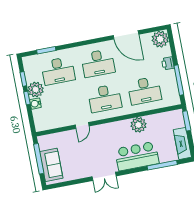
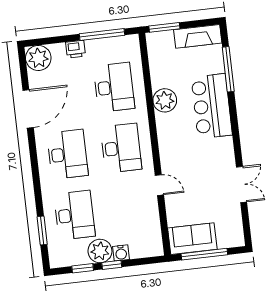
sofa: (51, 165) -> (192, 239), moved
double door: (104, 176) -> (242, 185), moved

